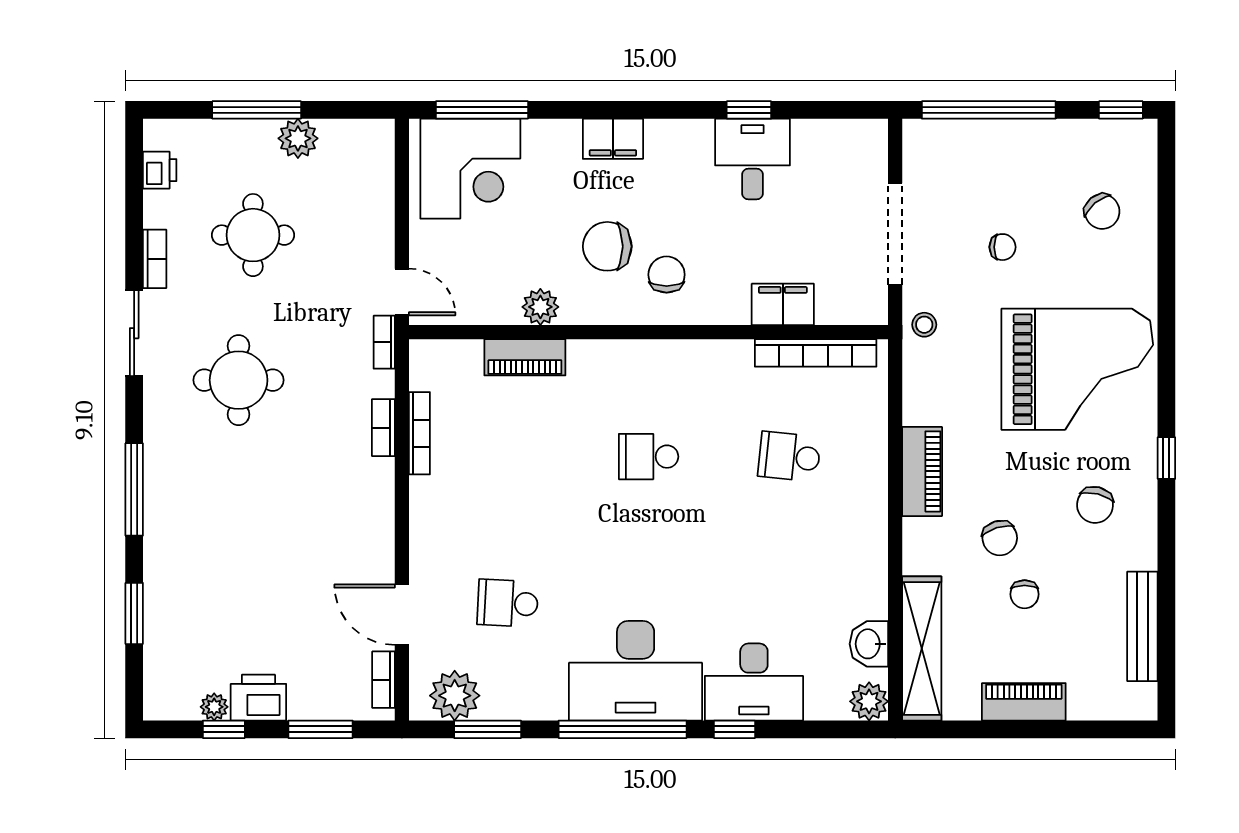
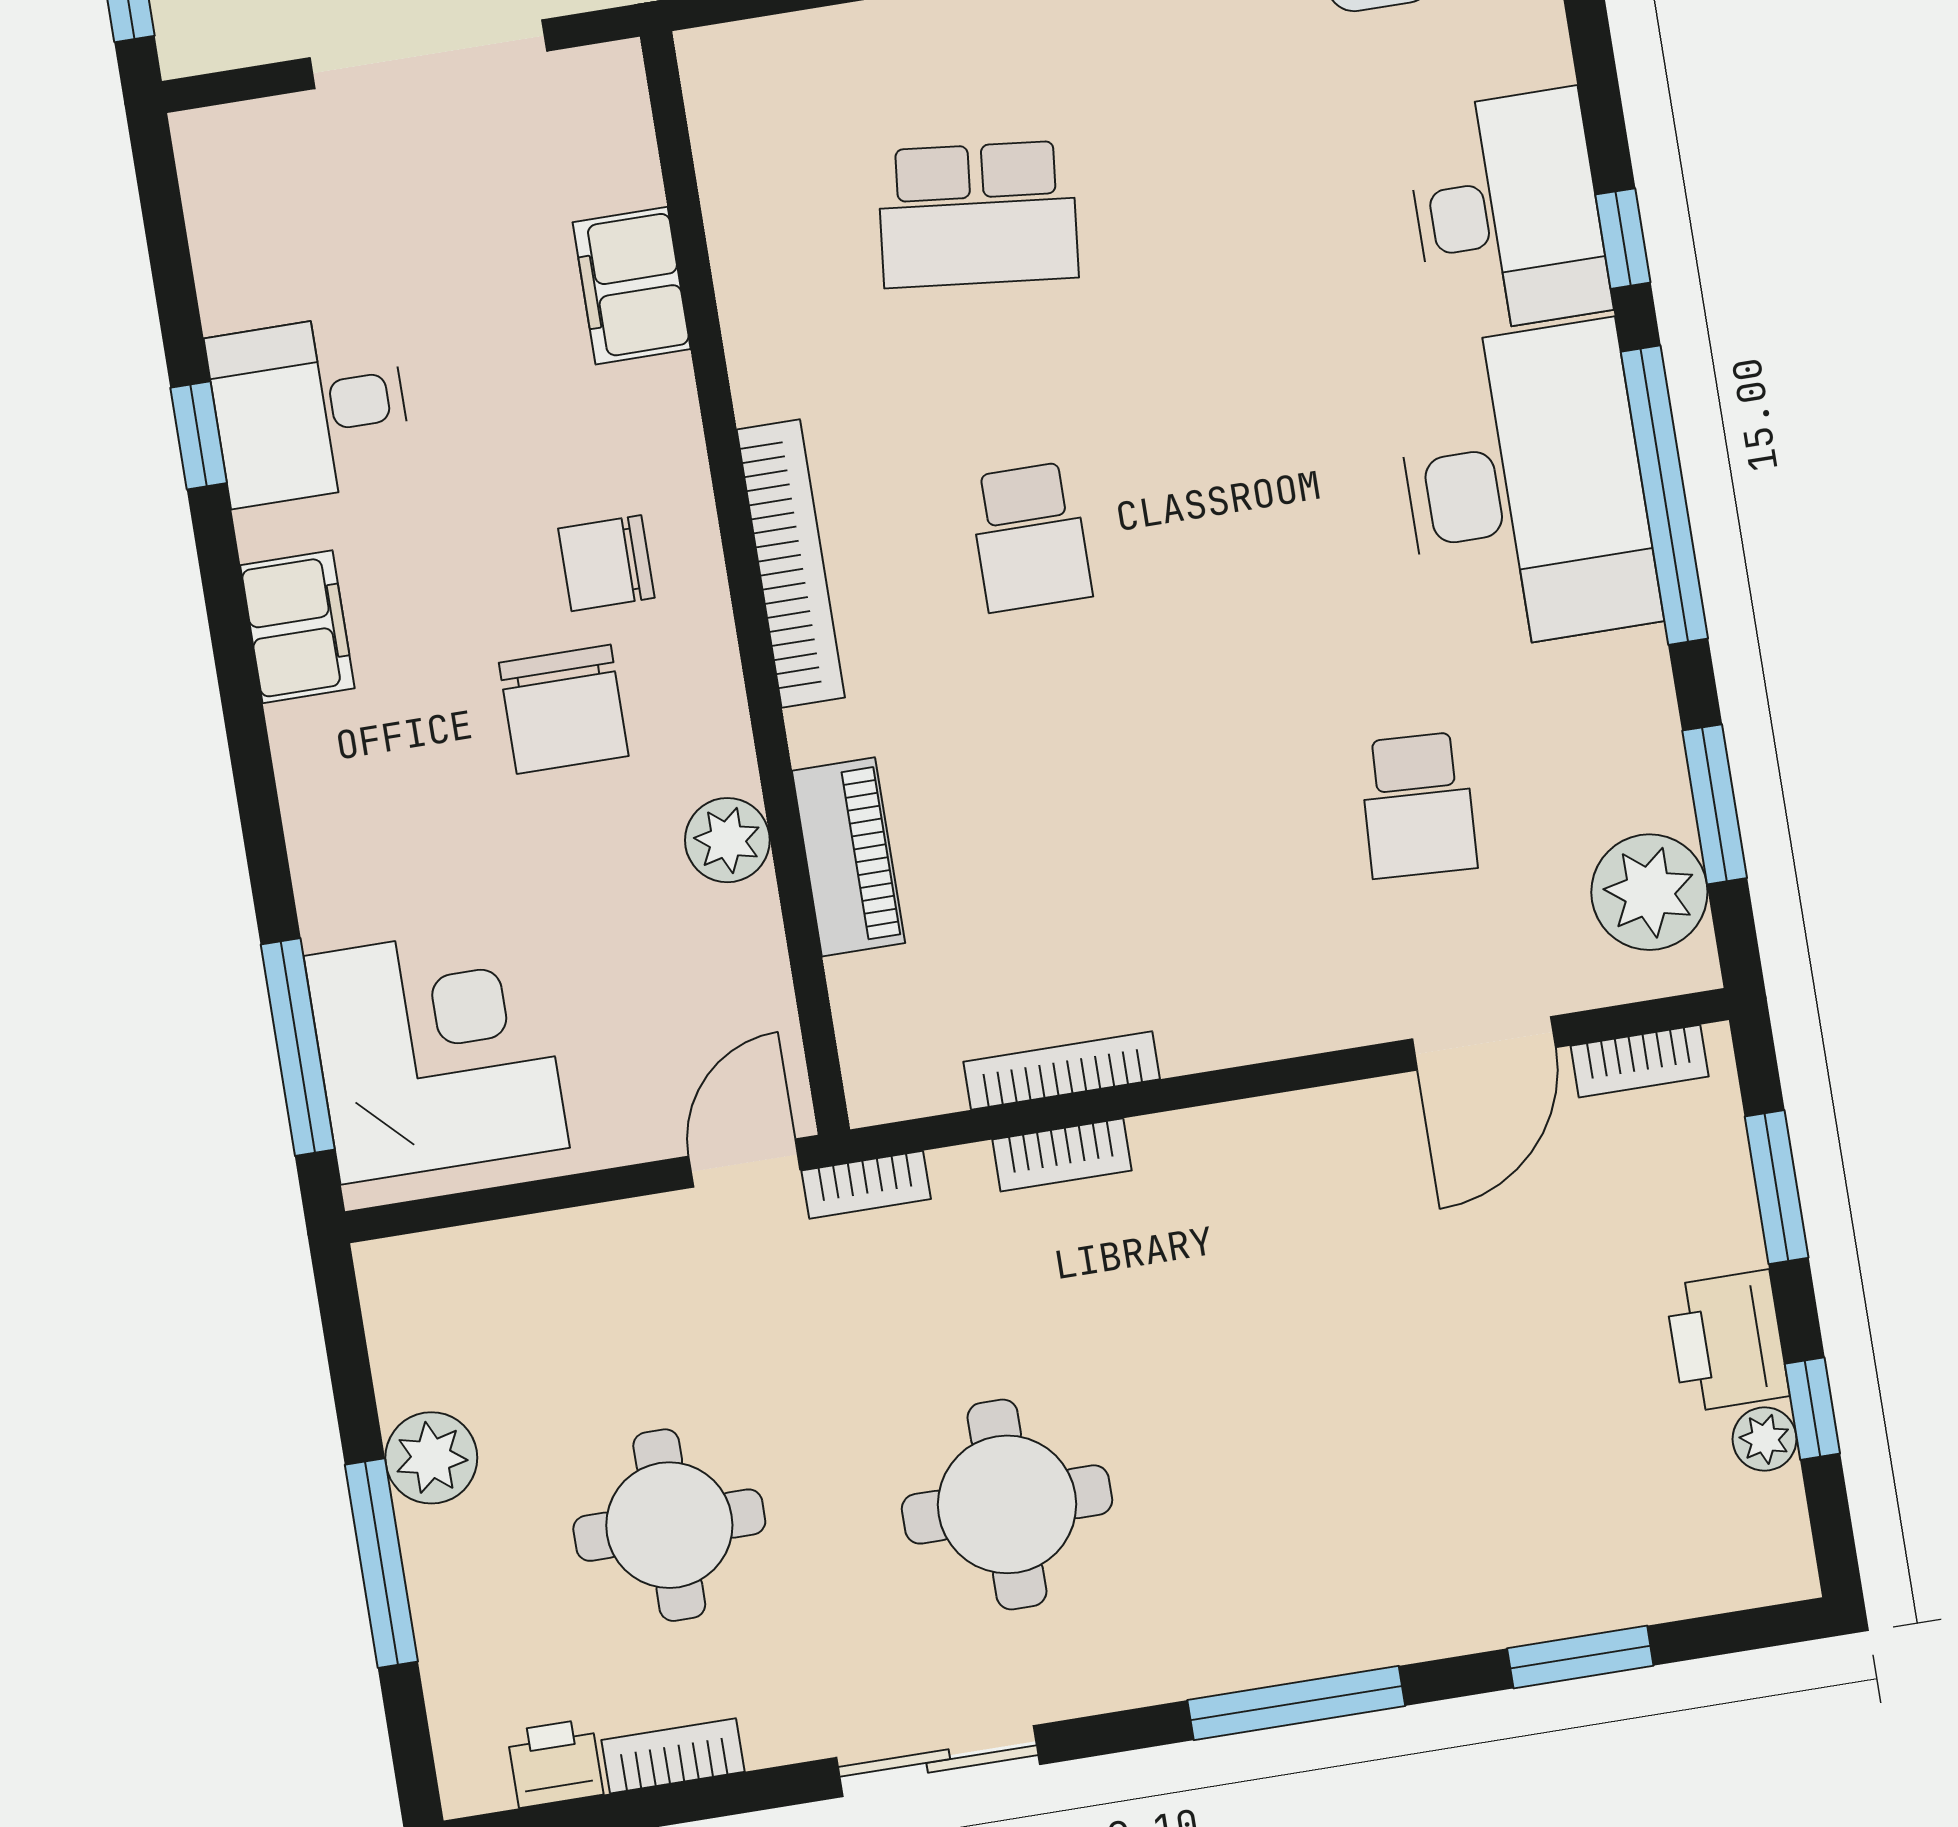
filing cabinet: (613, 139) -> (297, 627), moved
bookcase: (155, 259) -> (673, 1756), moved
bookcase: (816, 353) -> (791, 563), moved
school desk: (789, 457) -> (978, 214), width x1.85

